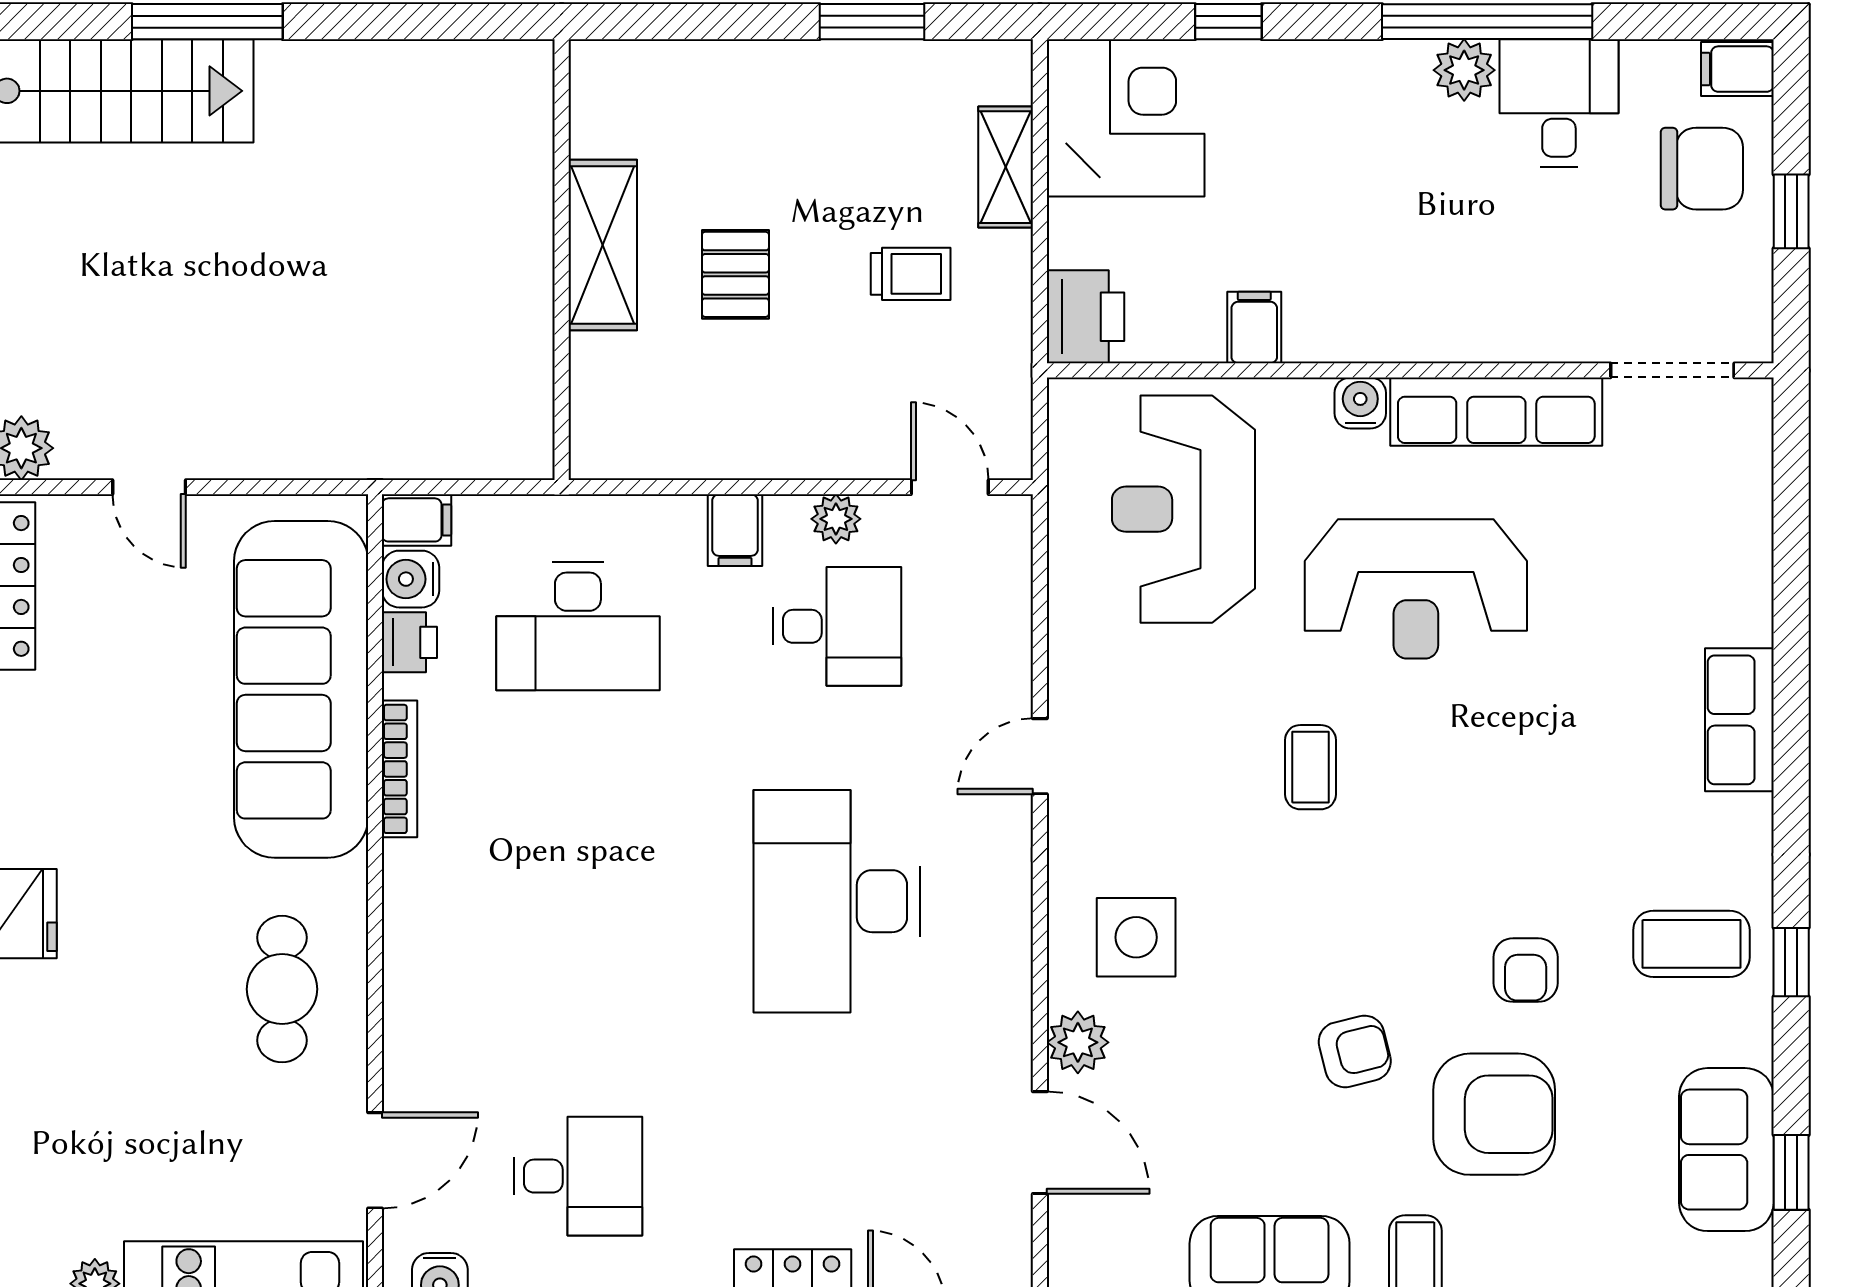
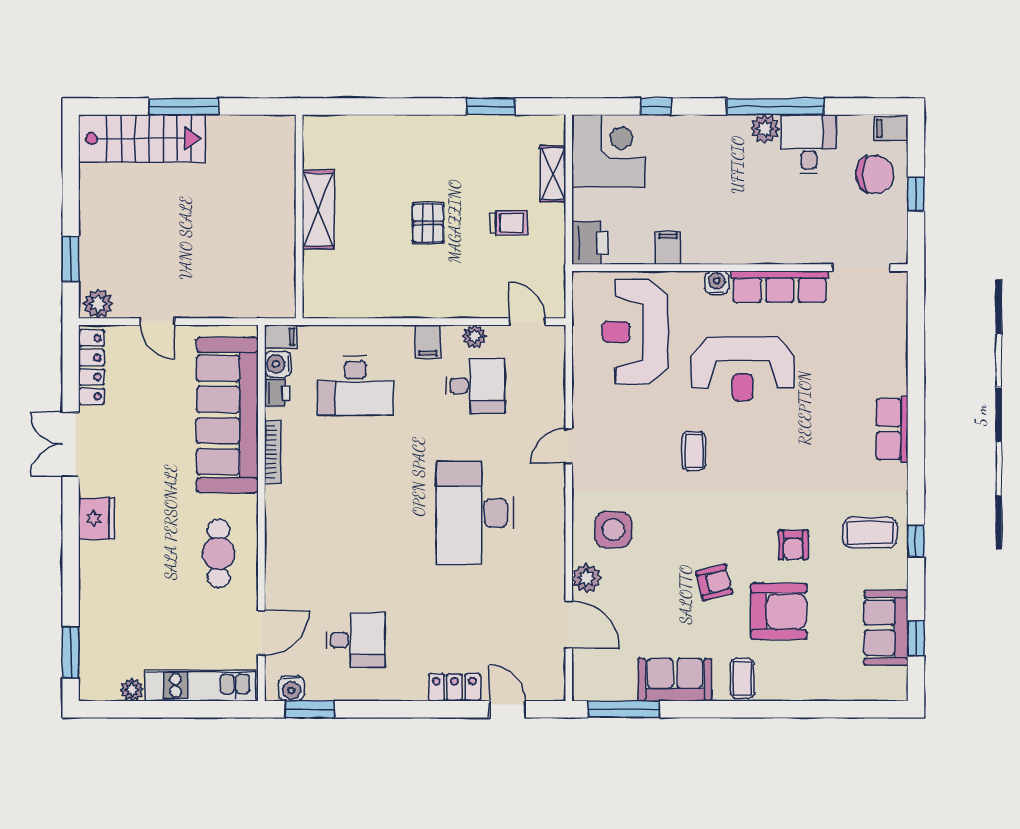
shelving: (603, 245) -> (318, 210), moved
wall: (562, 260) -> (299, 216), moved

